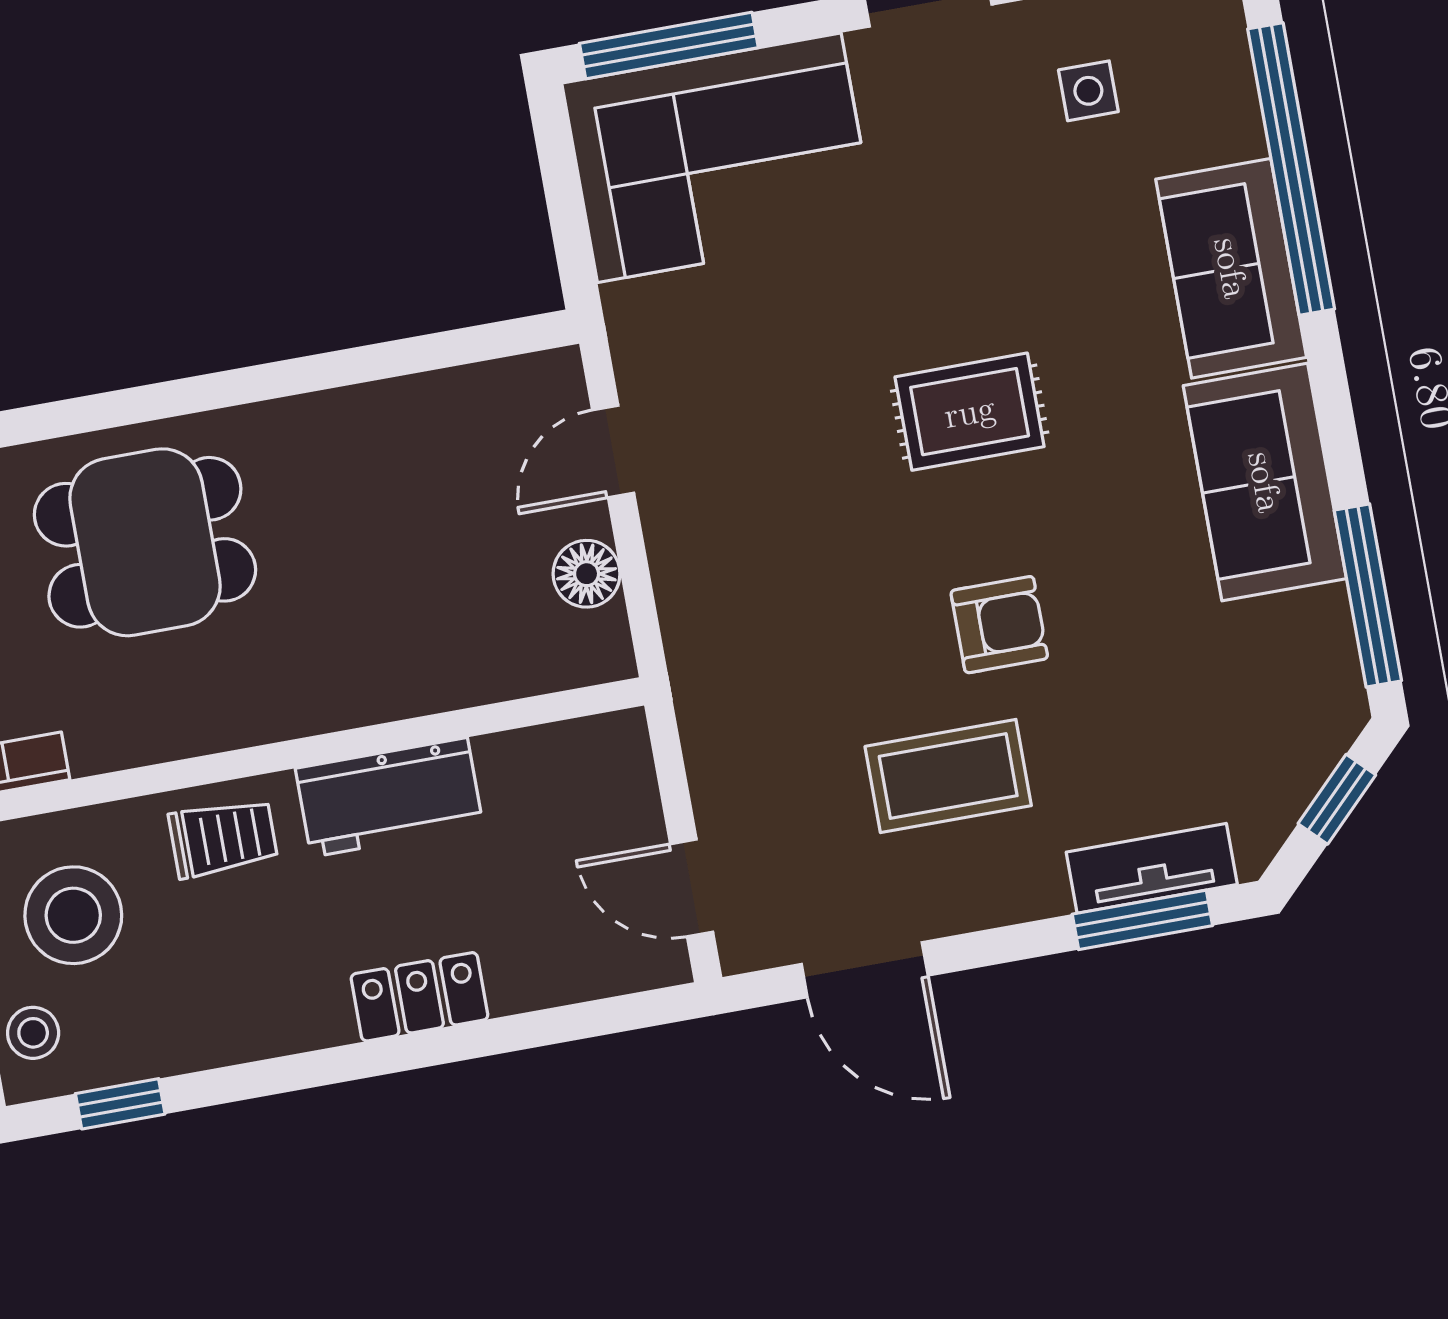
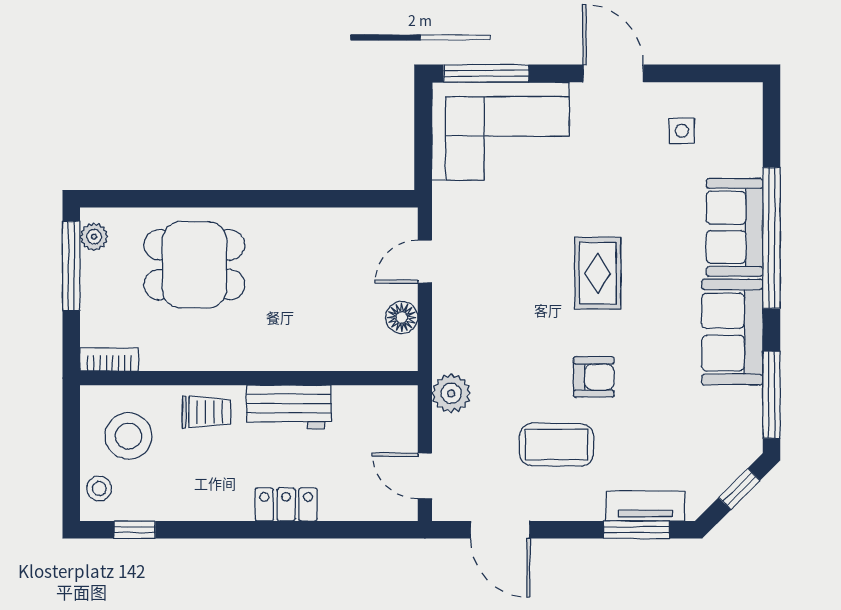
window: (1291, 169) -> (772, 238), moved
rug: (970, 412) -> (598, 273), turned 90
plant: (715, 710) -> (451, 393), added

